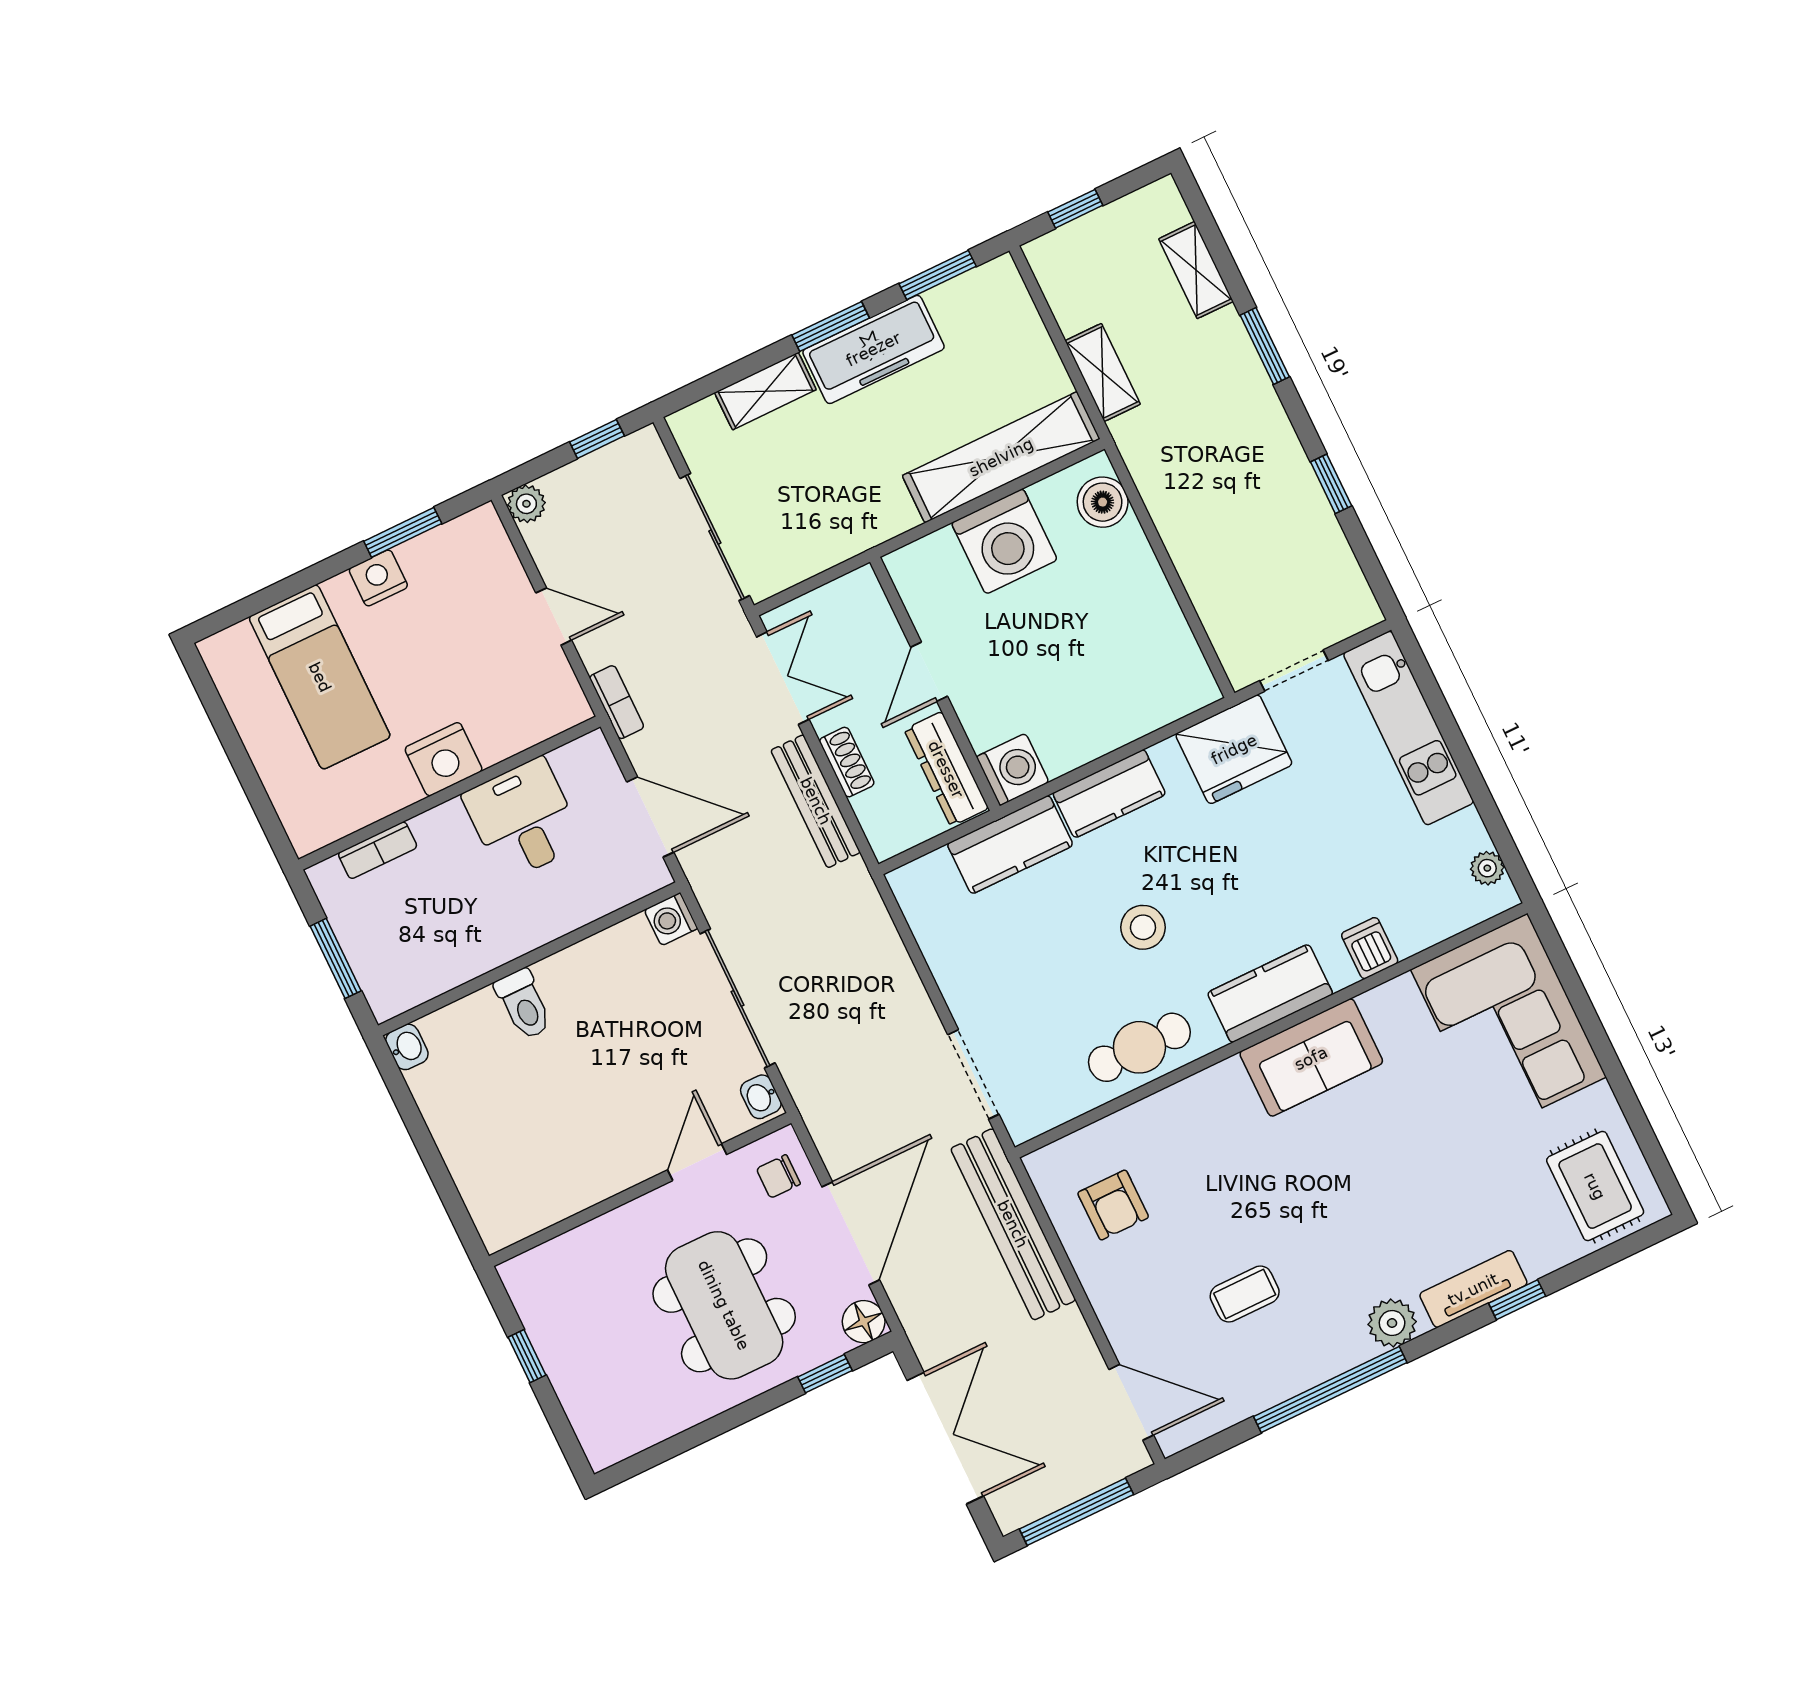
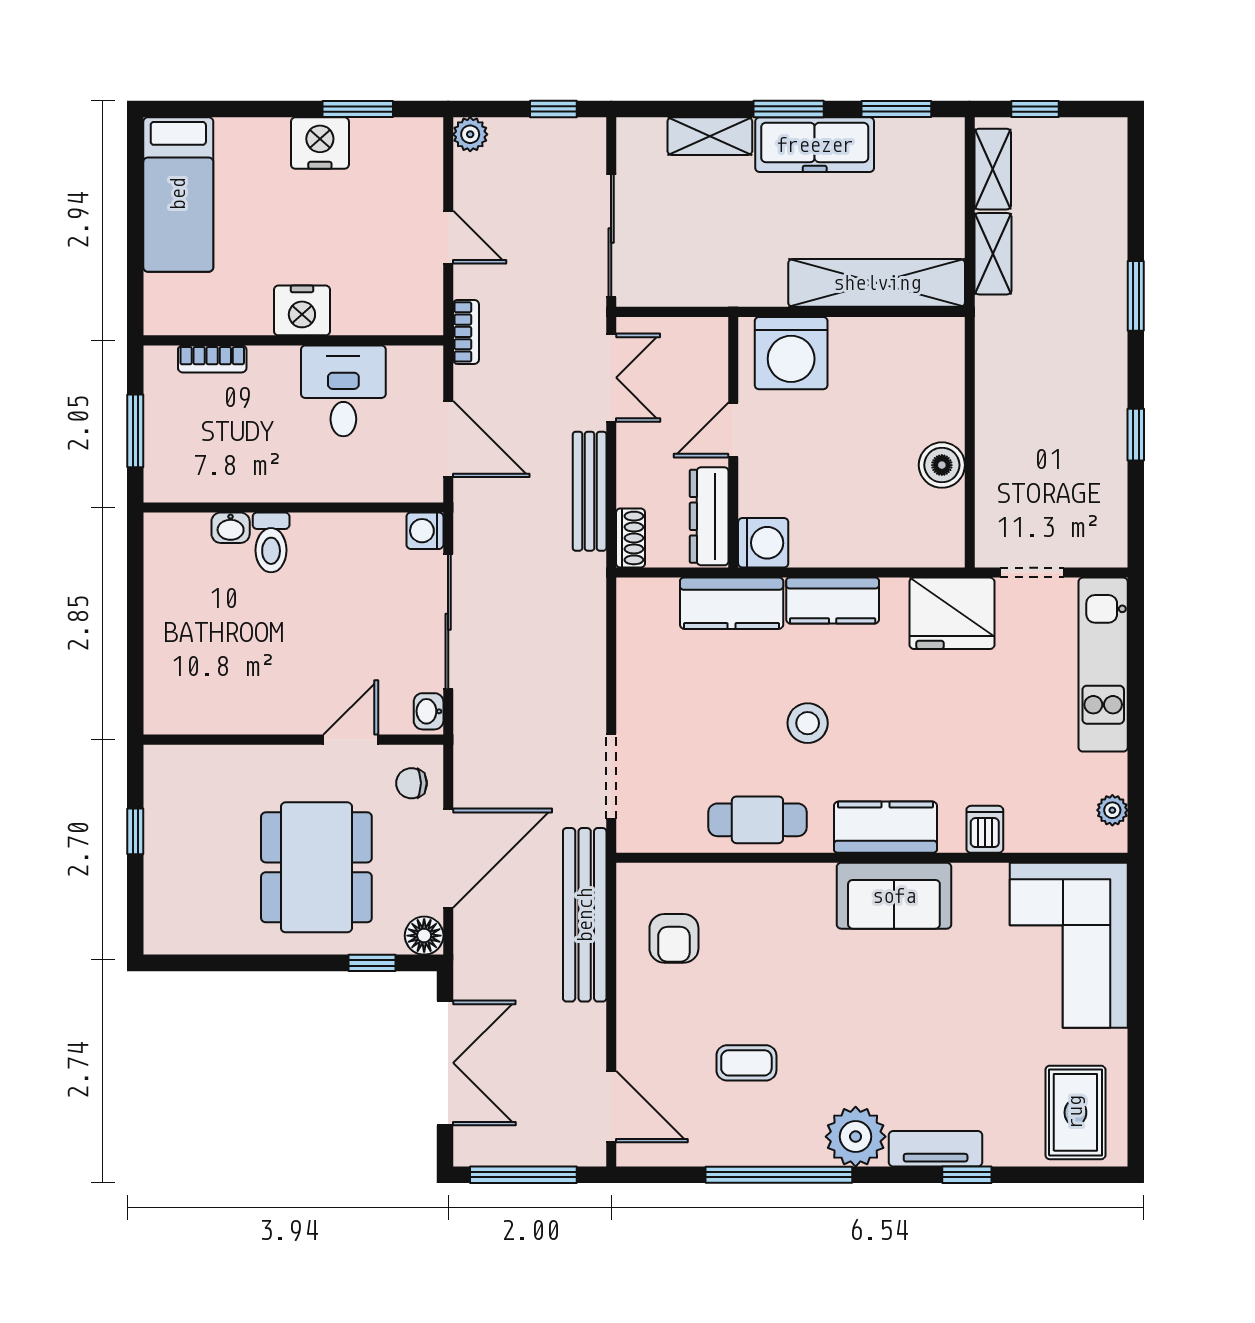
shelving: (1196, 270) -> (993, 169), moved
boiler: (1103, 502) -> (942, 465), moved
washing machine: (1004, 541) -> (791, 353), moved
nightstand: (378, 578) -> (320, 143), width x1.36, depth x1.33
bed: (320, 677) -> (178, 194), moved
shoe rack: (847, 762) -> (630, 538), moved
washbasin: (407, 1047) -> (231, 528), moved, turned 90
plant: (1392, 1323) -> (856, 1137), width x1.36, depth x1.36

